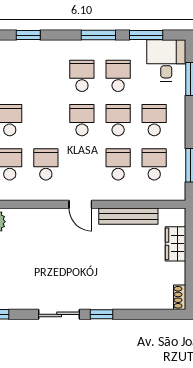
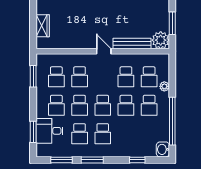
desk: (166, 61) -> (50, 131), moved, turned 90
school desk: (46, 120) -> (126, 105), added
bench: (128, 216) -> (132, 44), moved

